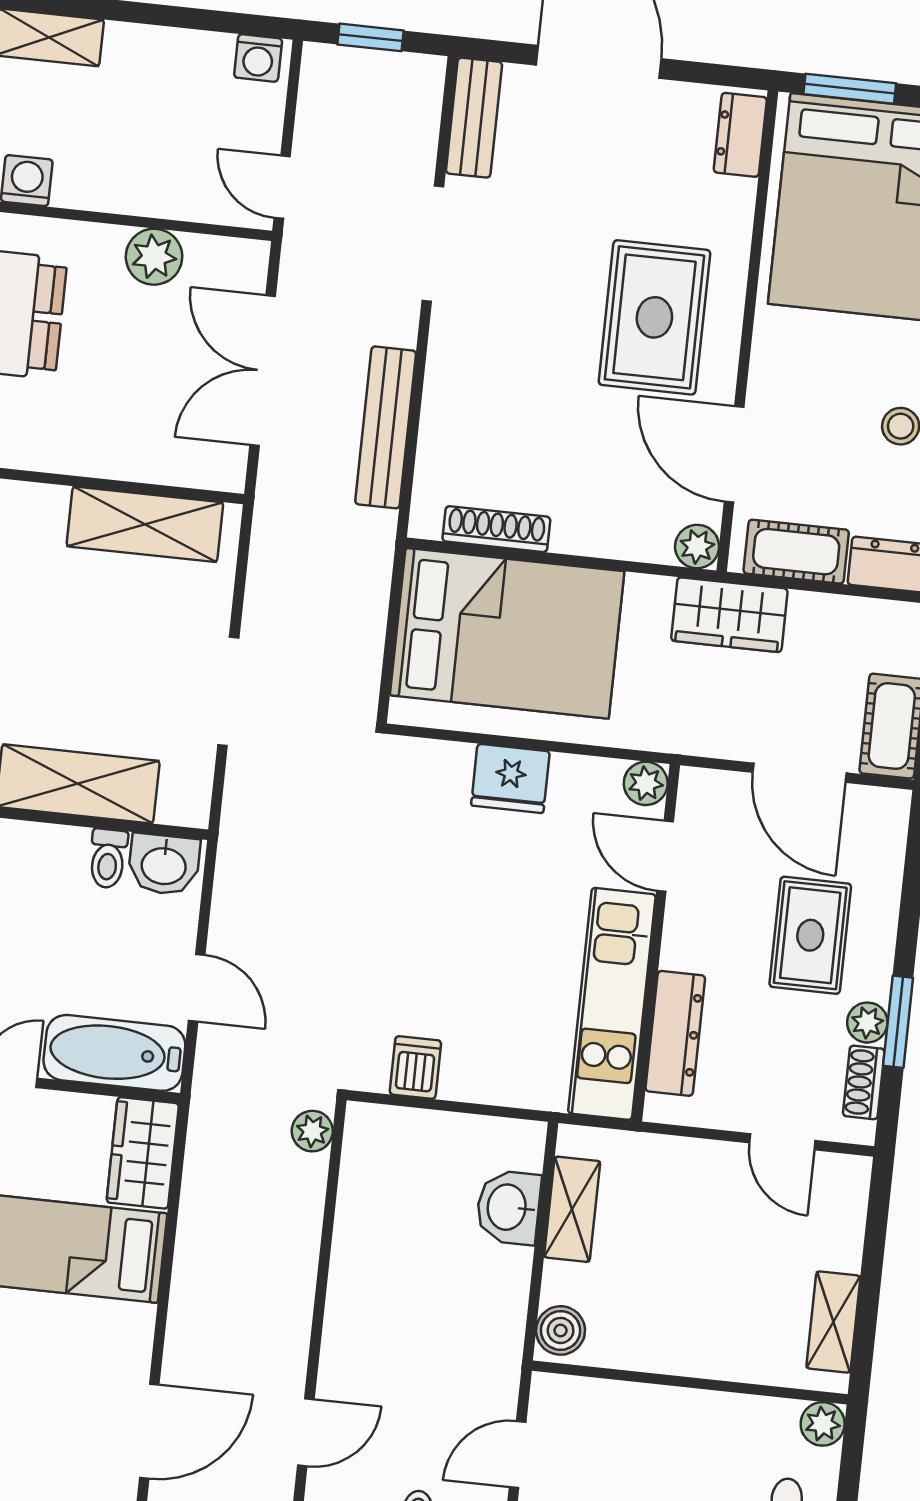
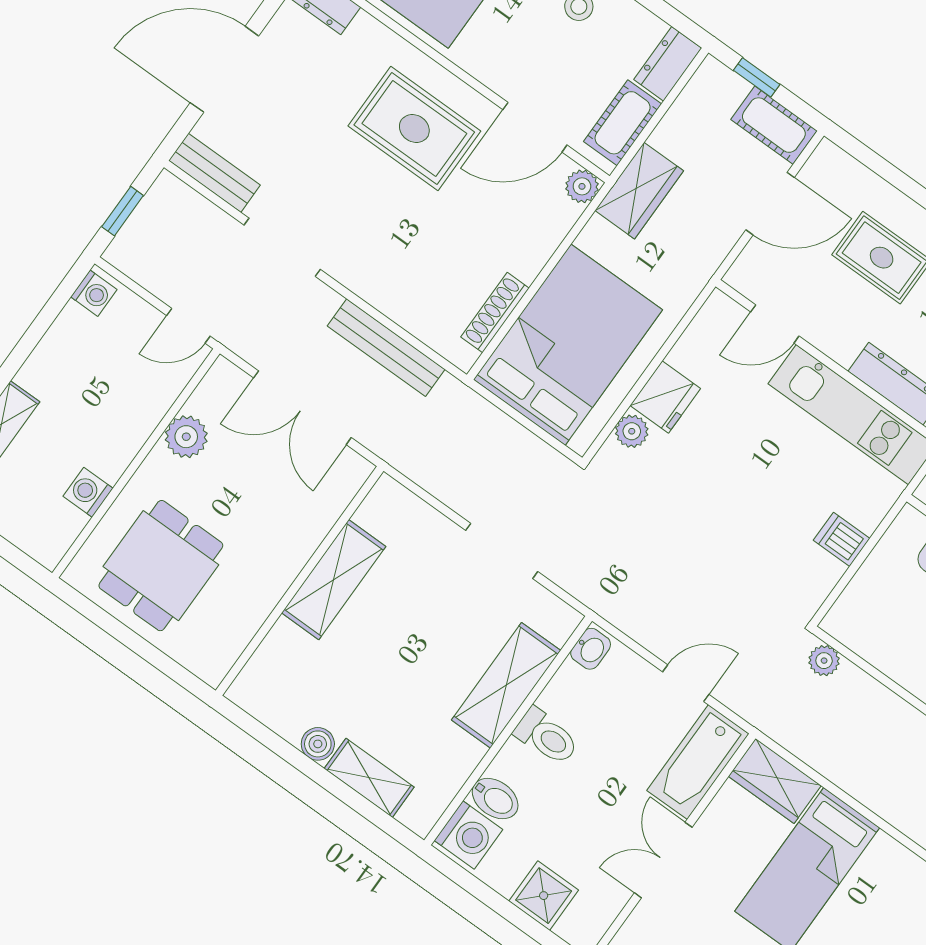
shelving: (145, 524) -> (334, 580), moved
plant: (646, 783) -> (632, 431), moved
toilet: (108, 859) -> (546, 736), moved, width x1.37, depth x1.39
washbasin: (164, 864) -> (591, 649), width x0.72, depth x0.69
dishwasher: (415, 1068) -> (842, 539), moved

